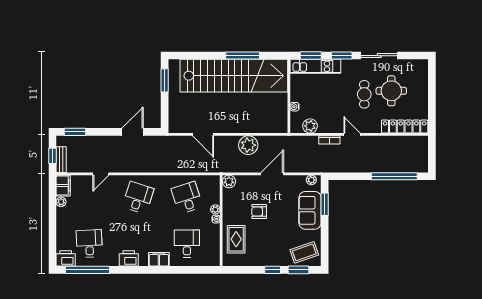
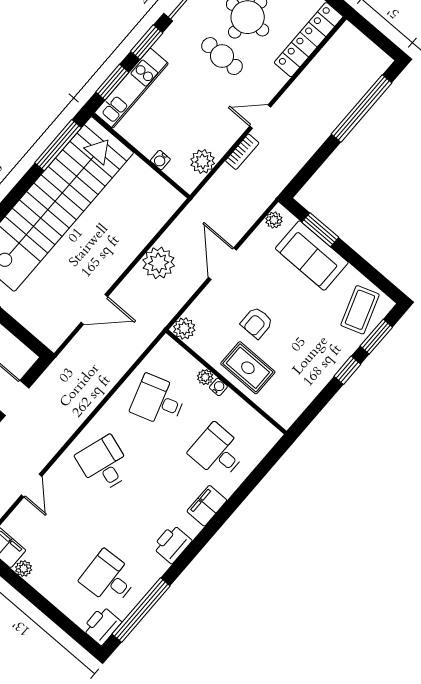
window: (243, 56) -> (58, 145), moved
rug: (236, 239) -> (248, 368), moved

